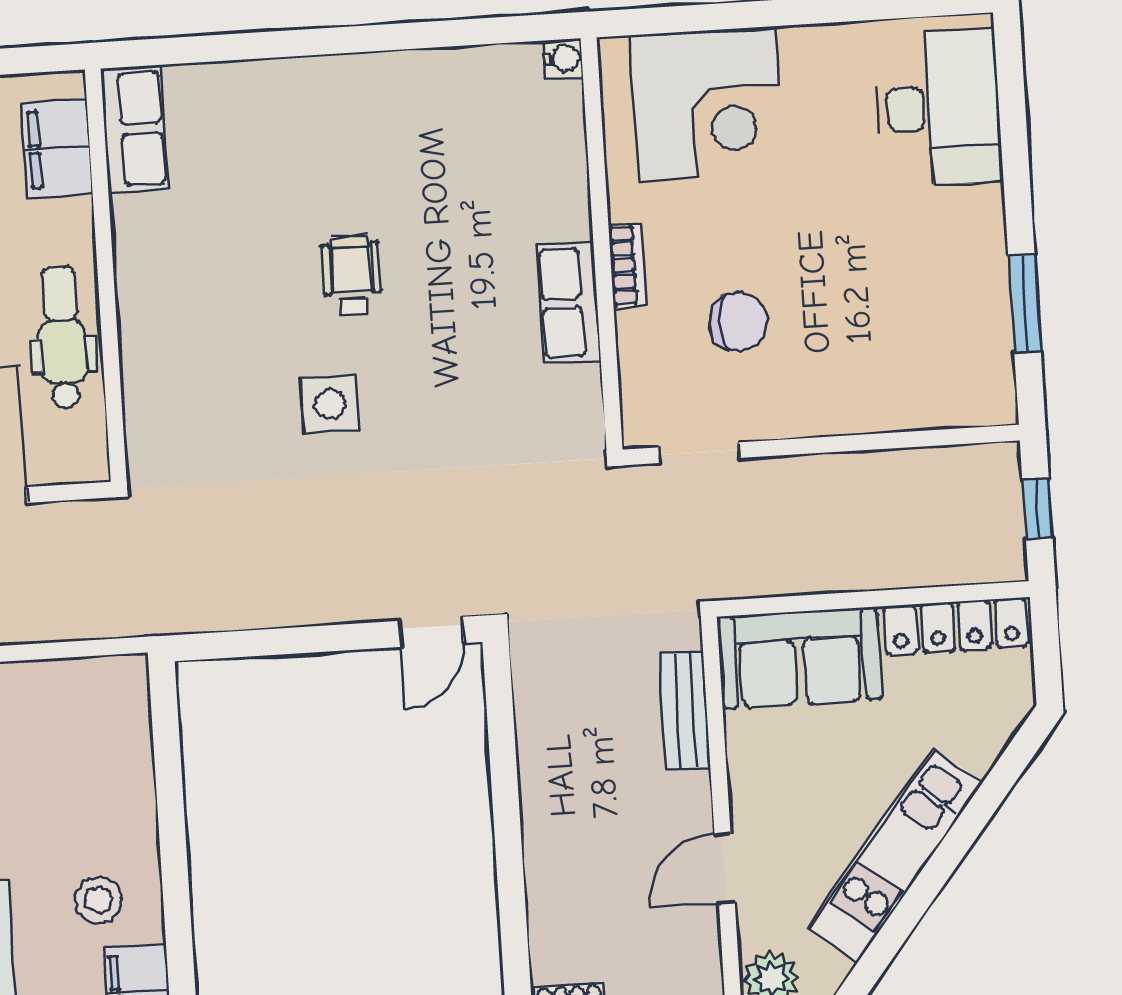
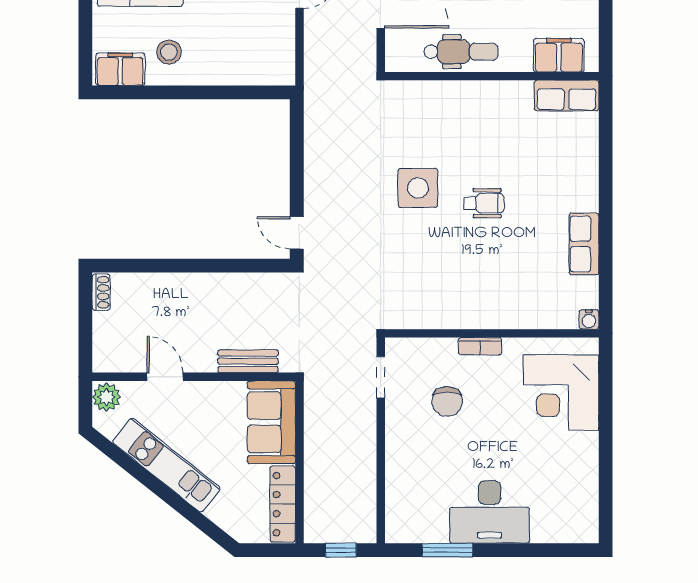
desk: (938, 107) -> (490, 512), moved
row of seats: (569, 303) -> (584, 244), moved, turned -90
side table: (330, 404) -> (418, 188), width x1.37, depth x1.37

